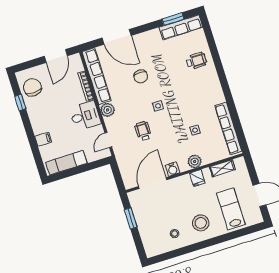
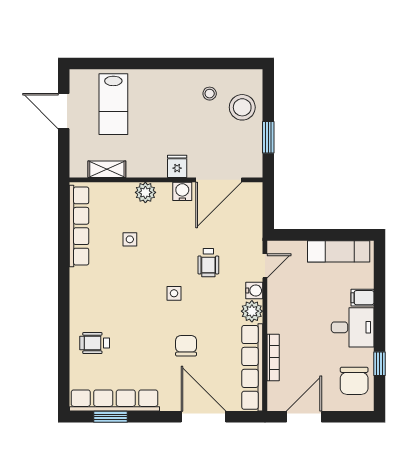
row of seats: (181, 27) -> (114, 401), width x1.36
desk: (85, 116) -> (353, 327), moved, turned 180
water cooler: (110, 123) -> (254, 291), added
fridge: (197, 178) -> (177, 166), moved
stool: (201, 223) -> (242, 107), moved

